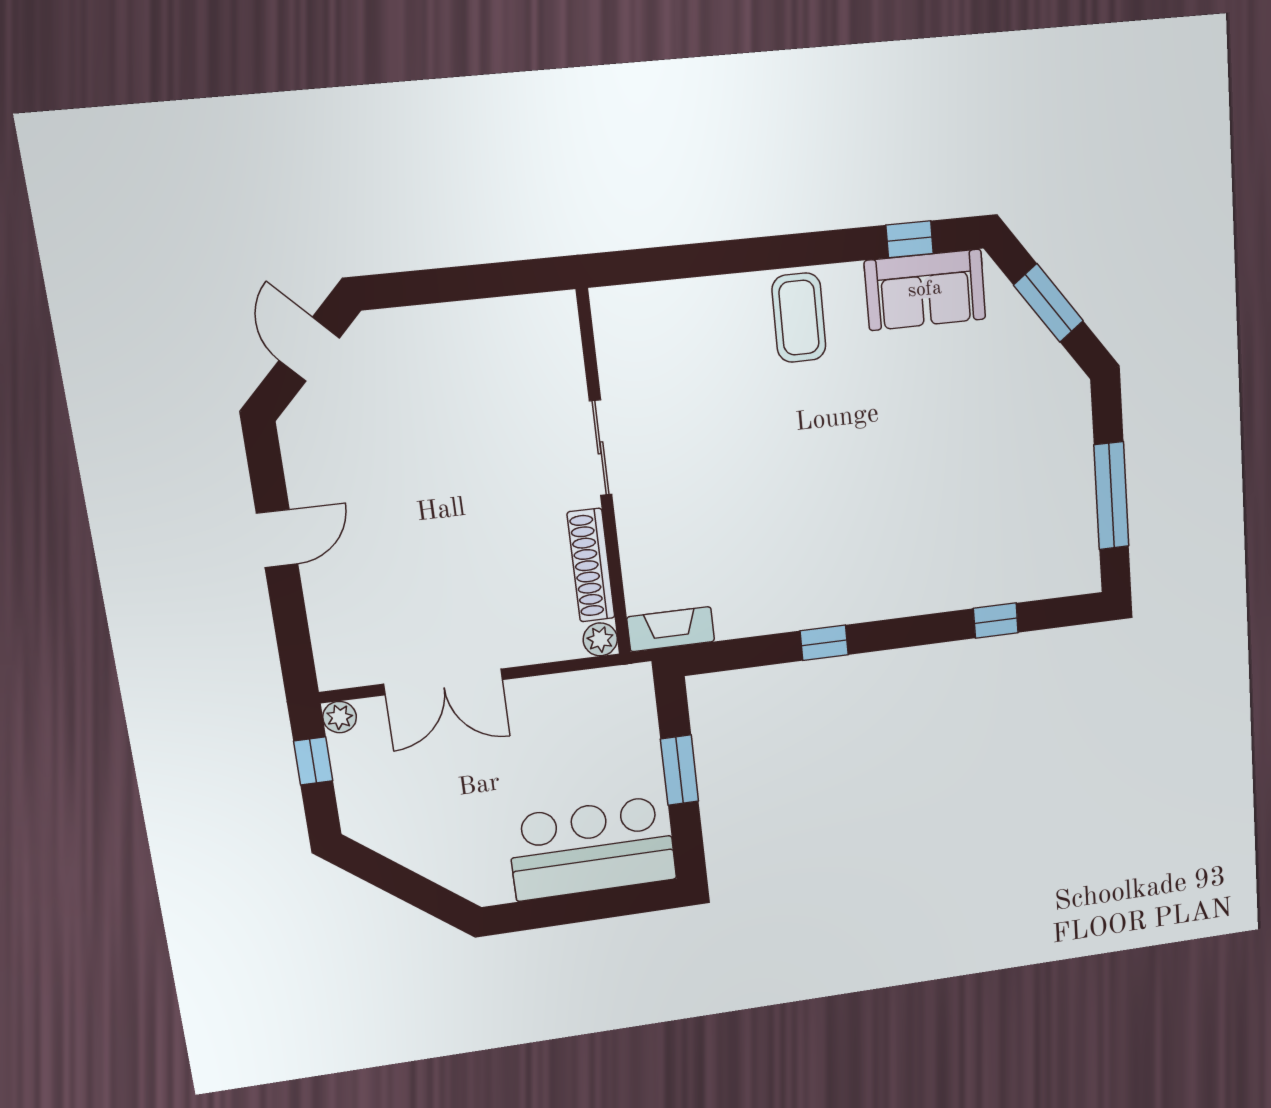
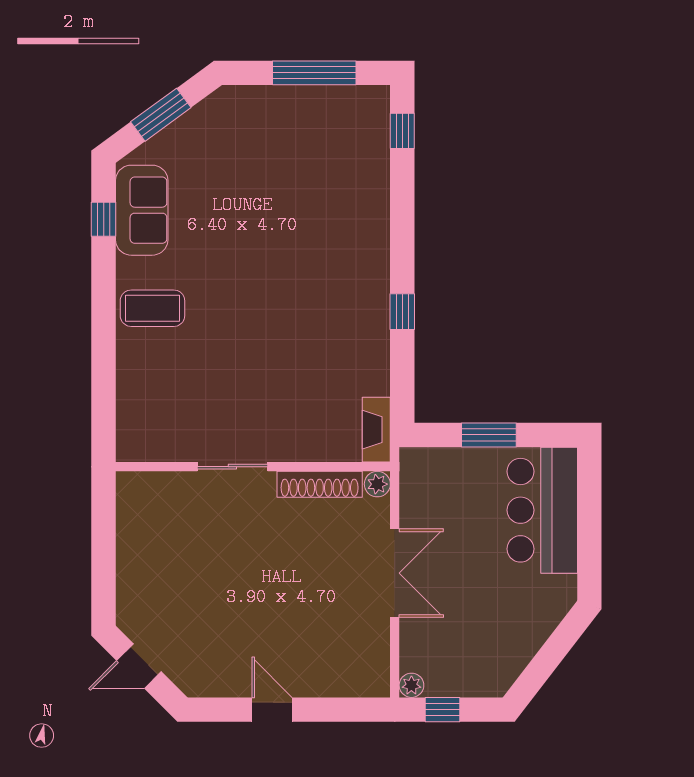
window: (996, 621) -> (402, 131), moved
double door: (443, 682) -> (395, 573), moved

